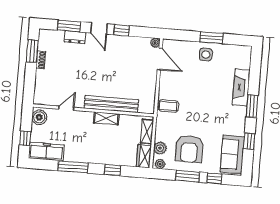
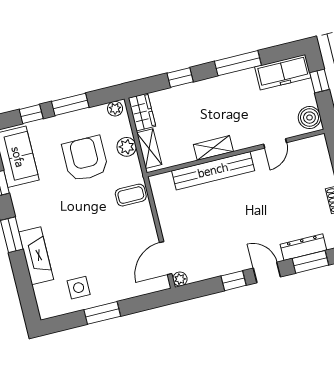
dresser: (75, 37) -> (303, 247), width x1.44
side table: (206, 54) -> (79, 288), moved
door: (160, 59) -> (166, 258), hinge flipped
plant: (160, 148) -> (127, 147), moved
armchair: (189, 149) -> (85, 159), moved

